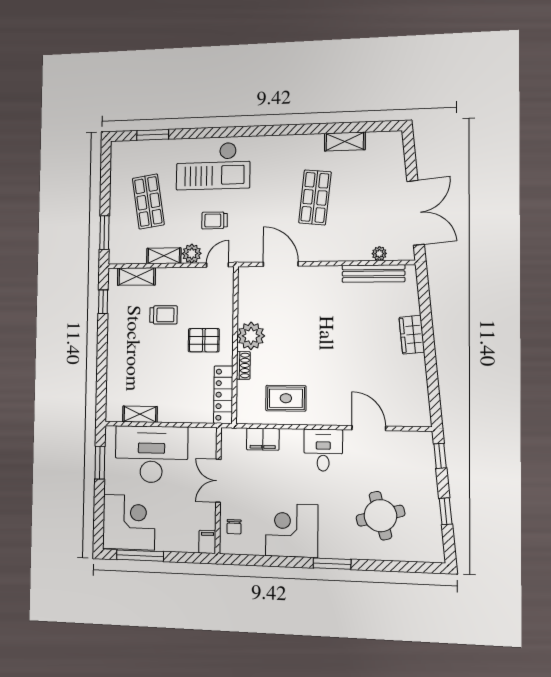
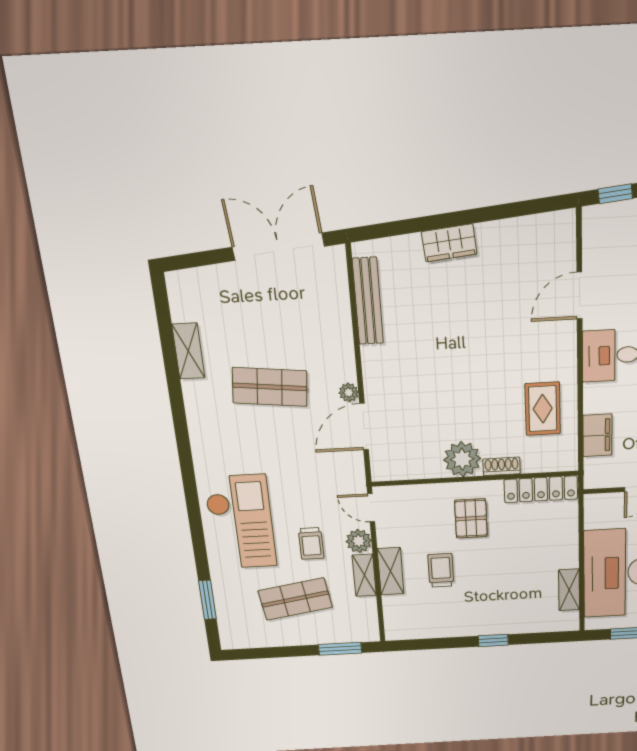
trolley: (215, 220) -> (311, 543), moved
plant: (379, 254) -> (349, 392), moved
shelving: (136, 276) -> (391, 571), moved
window: (103, 302) -> (493, 640), moved

